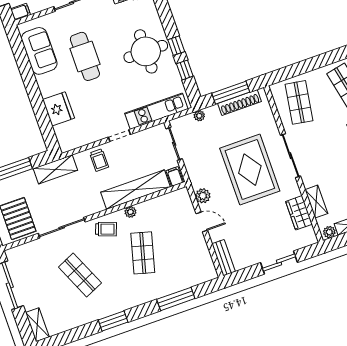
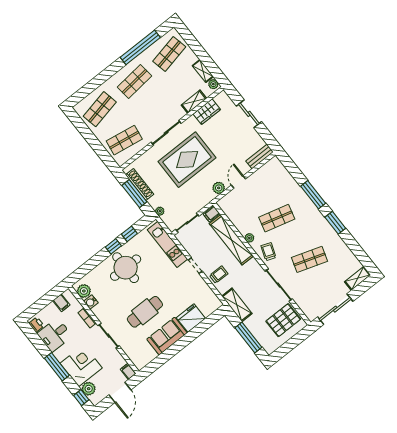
sofa: (39, 51) -> (167, 336), moved
shop shelf: (80, 275) -> (309, 259), turned 42
window: (176, 299) -> (313, 195), moved

